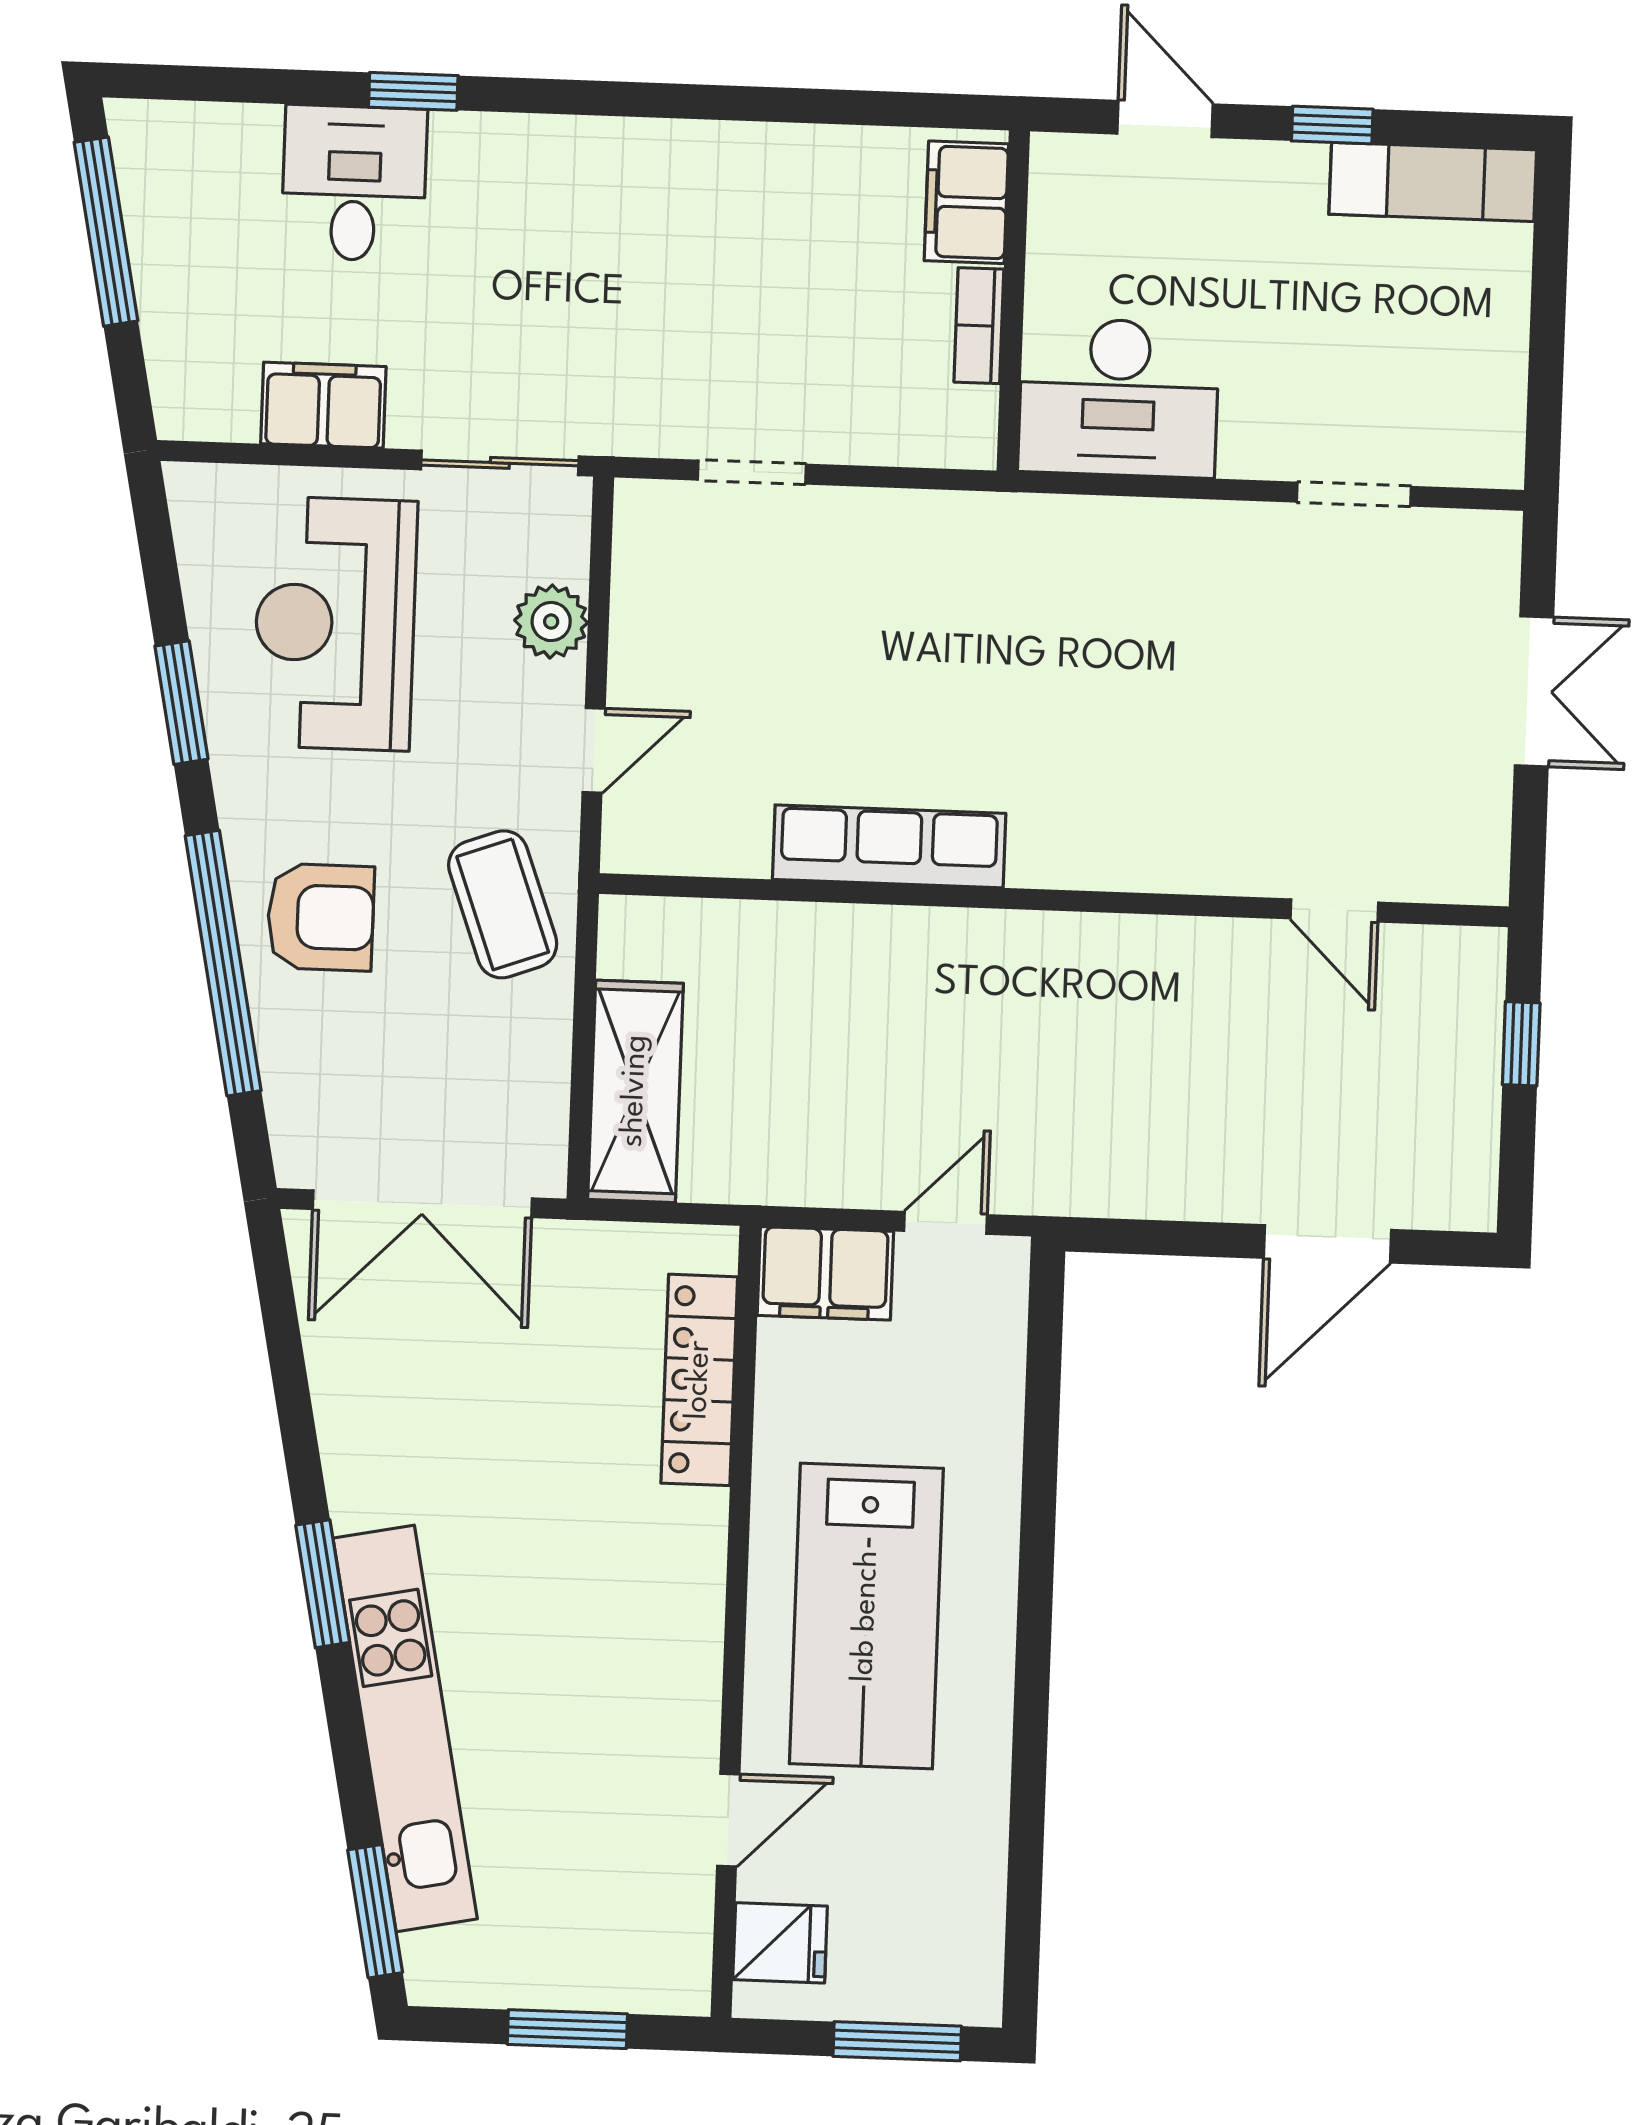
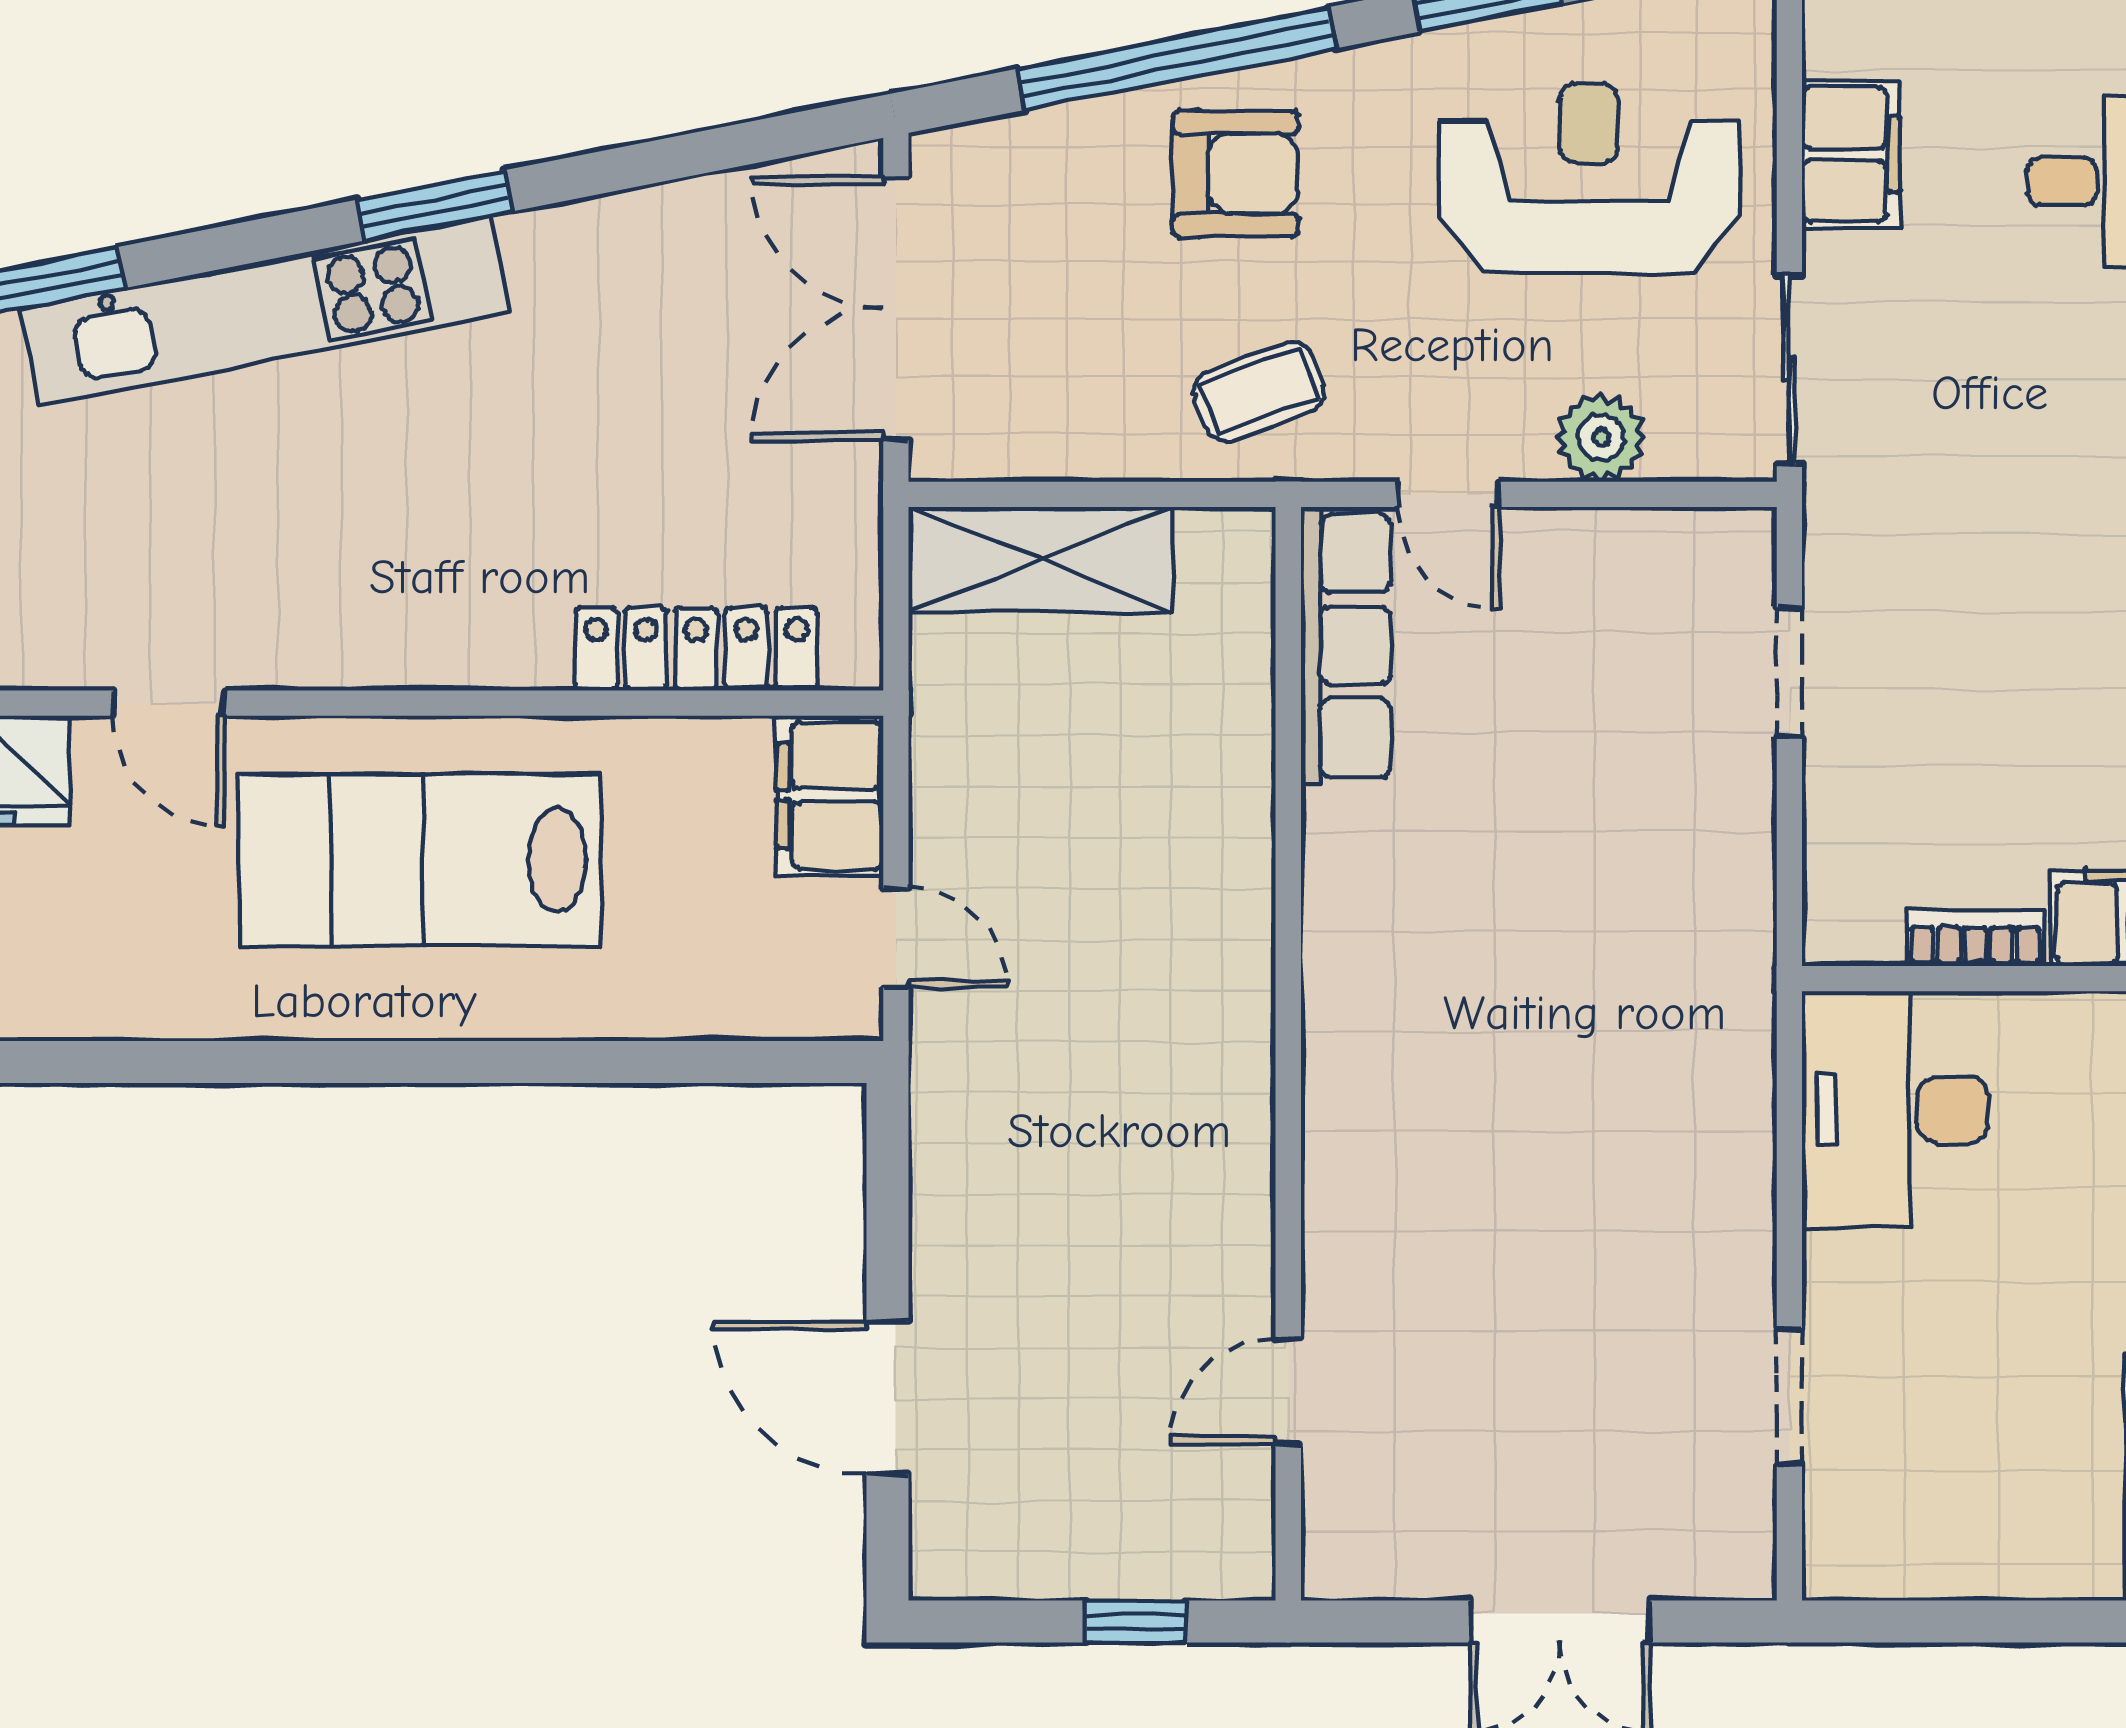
row of seats: (889, 846) -> (1346, 646), moved
coffee table: (503, 904) -> (1259, 392), width x0.73, depth x0.77
armchair: (321, 917) -> (1236, 174), turned -90

